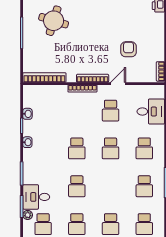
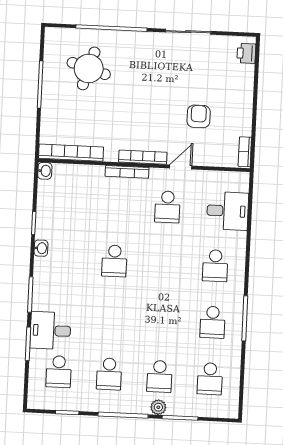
washbasin: (27, 114) -> (45, 171), moved
school desk: (111, 148) -> (165, 263), removed
school desk: (77, 186) -> (112, 317), removed
plant: (28, 215) -> (36, 357), removed

